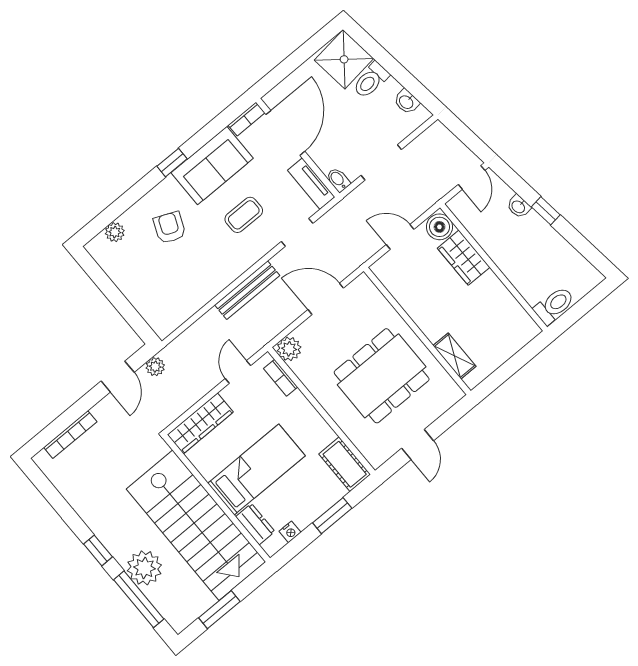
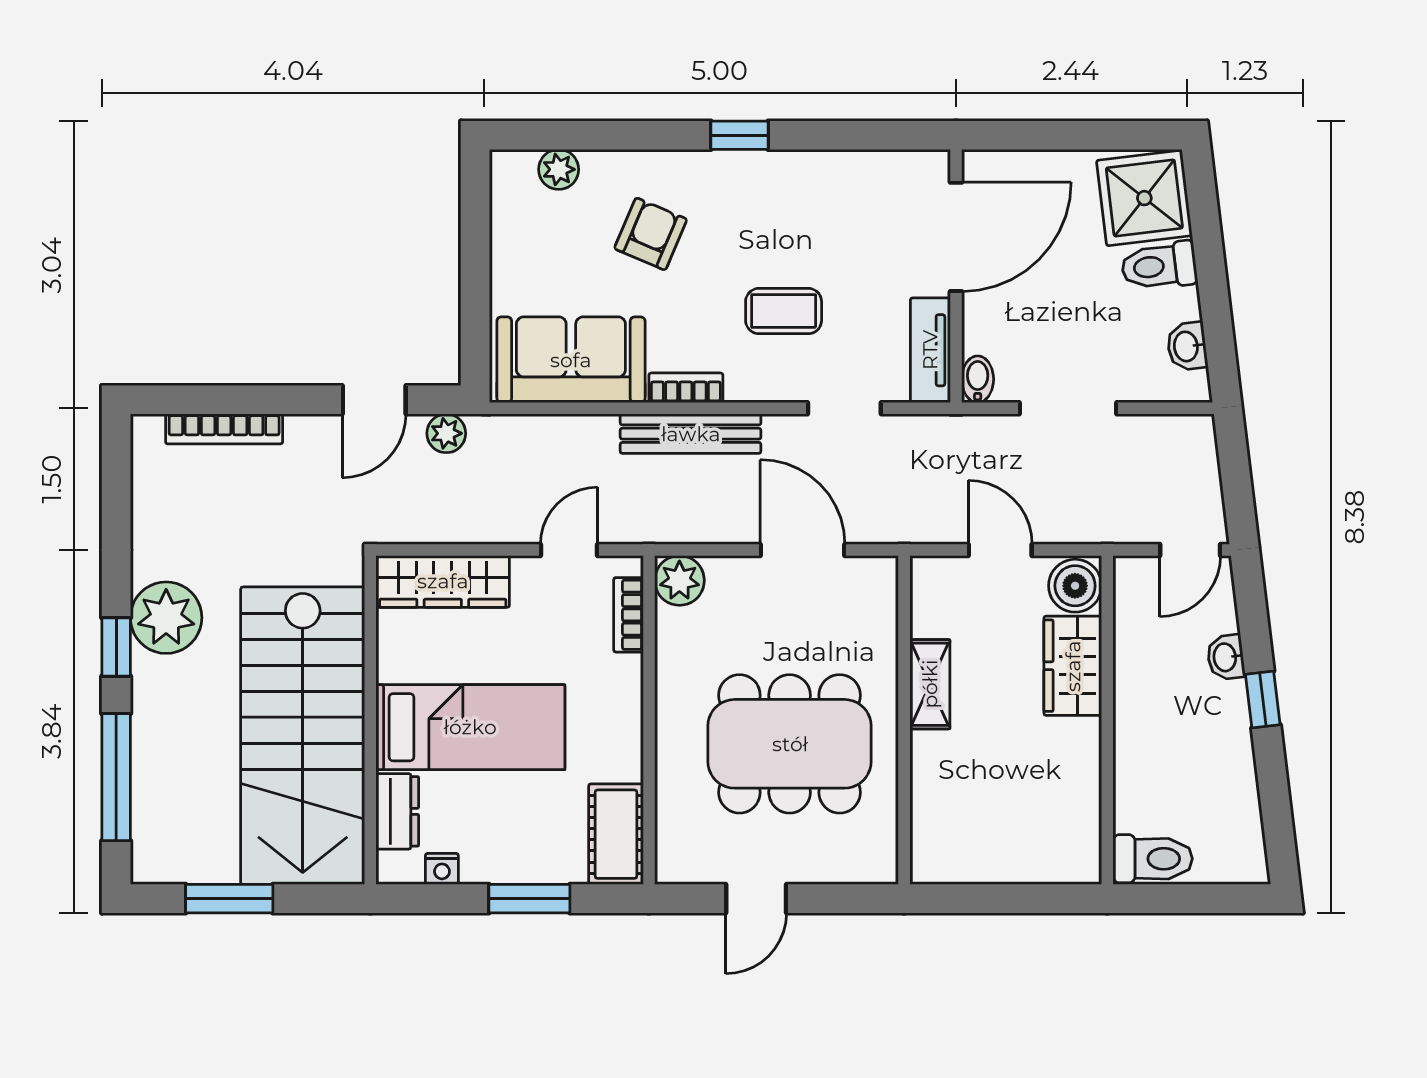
bookcase: (247, 119) -> (686, 388), moved, turned 180
sofa: (212, 166) -> (571, 360), moved, turned 180
shelving: (454, 356) -> (930, 684), moved
plant: (144, 568) -> (166, 618), moved

